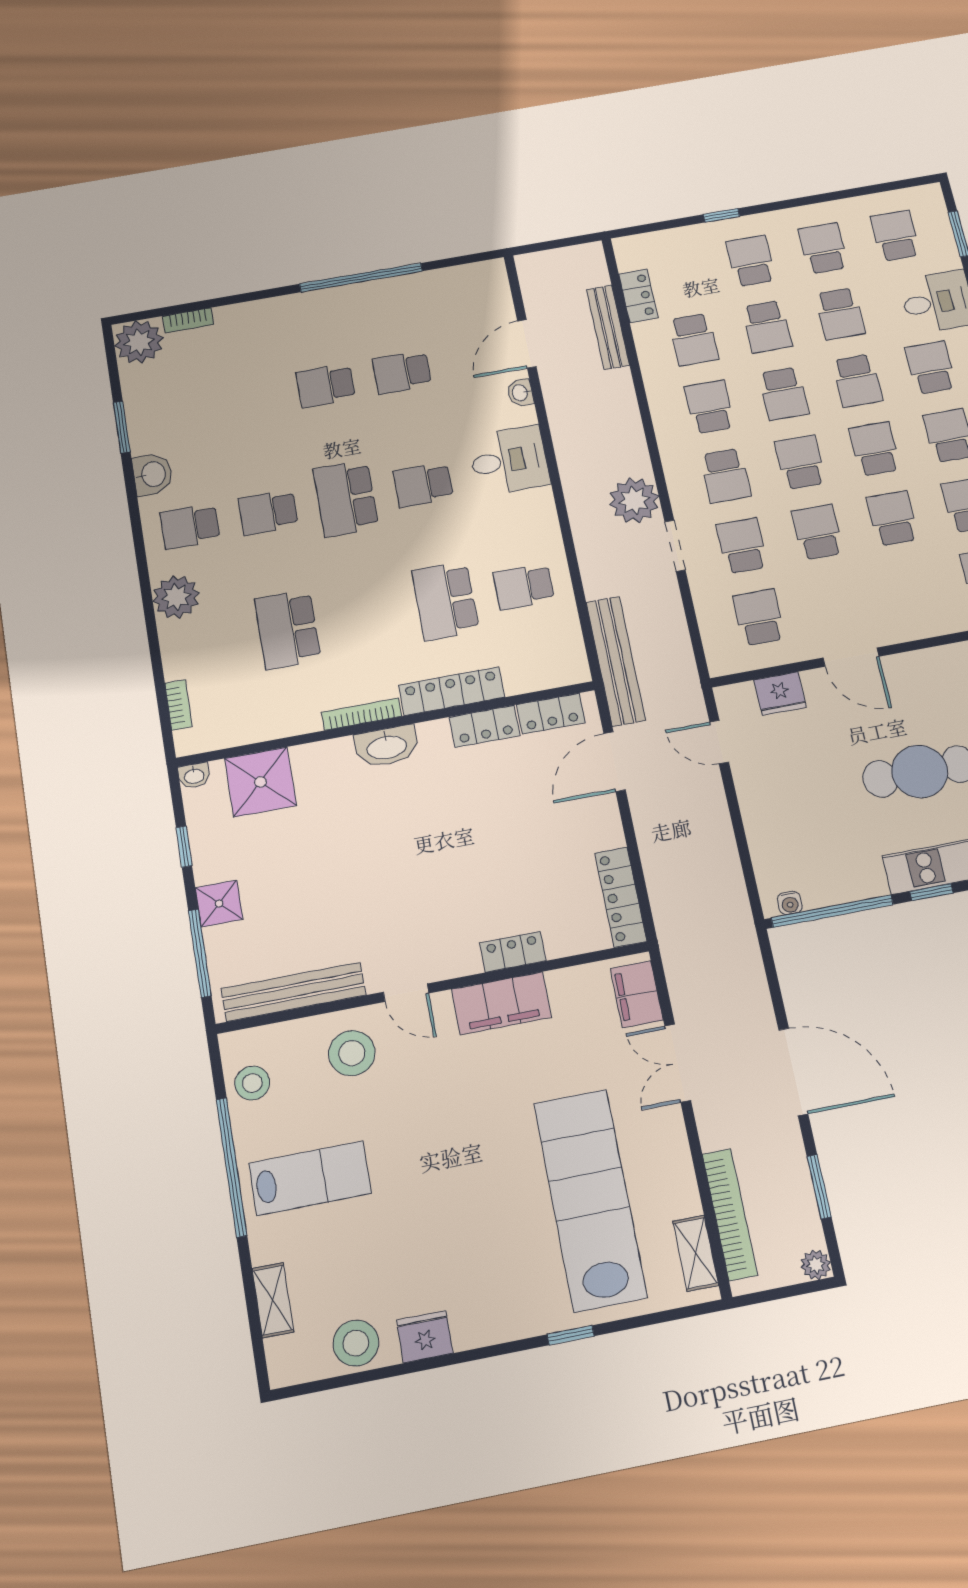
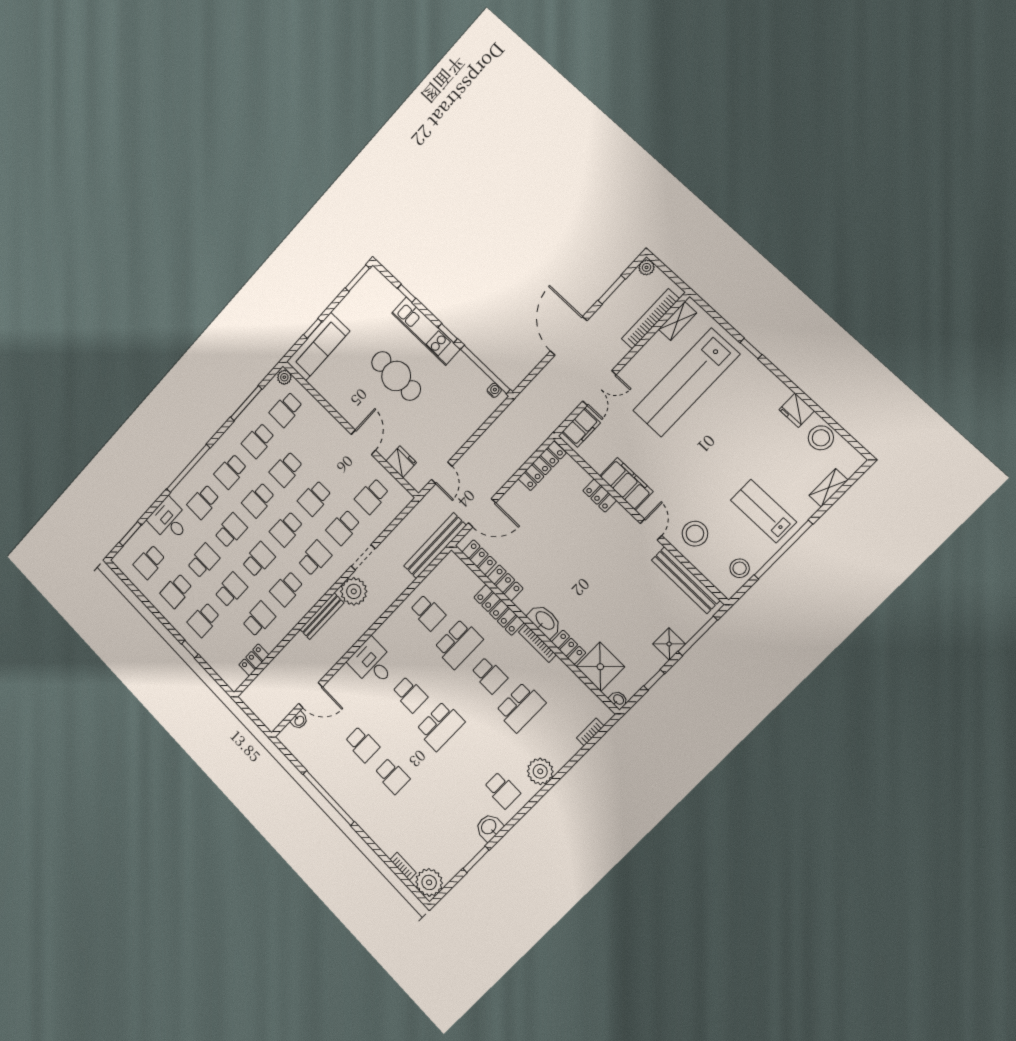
bench: (608, 327) -> (322, 616), moved
washbasin: (520, 393) -> (299, 721), moved
school desk: (268, 512) -> (489, 675), moved
locker: (323, 755) -> (569, 647), added

